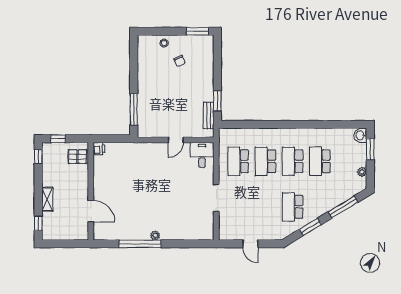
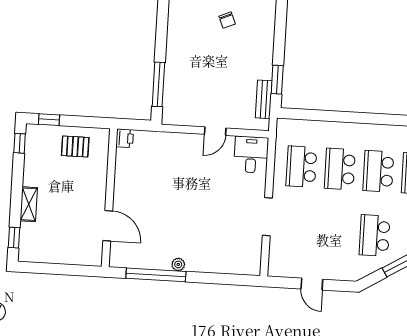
printer: (99, 149) -> (125, 138), moved
wall: (91, 191) -> (109, 198), moved
door: (91, 211) -> (108, 226), moved

